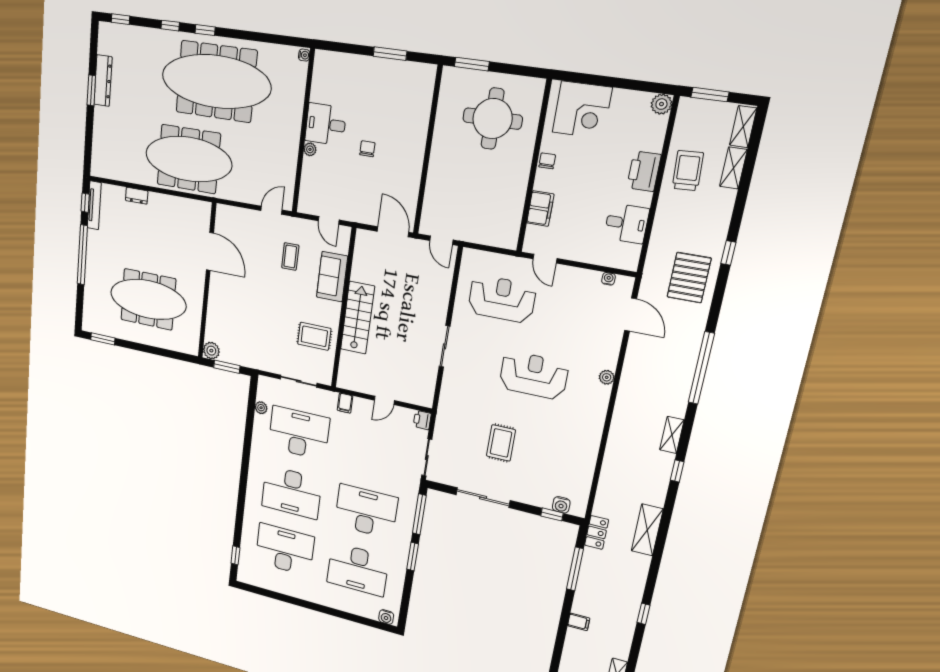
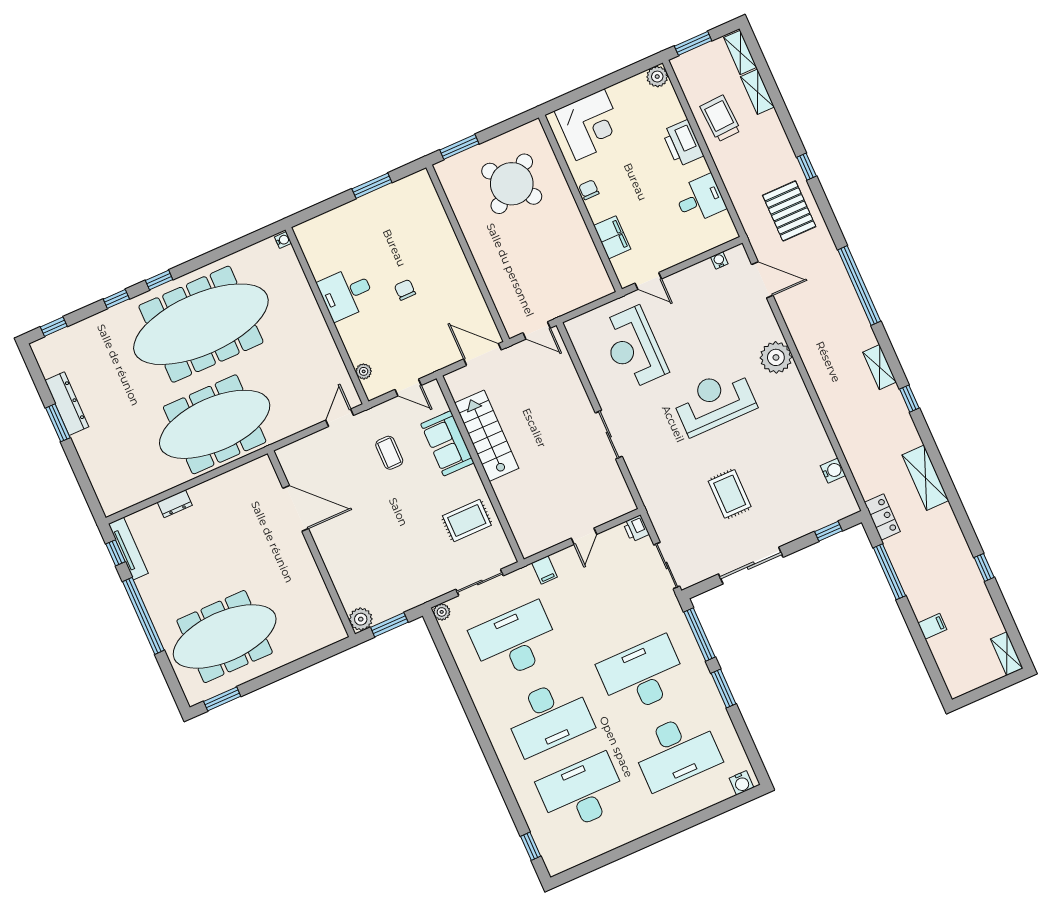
round table: (493, 119) -> (512, 184), turned -36
plant: (310, 149) -> (364, 371), moved
meeting table: (148, 299) -> (225, 637), moved
reception desk: (502, 299) -> (633, 348), turned -90
stairs: (358, 318) -> (487, 436), moved
plant: (607, 377) -> (776, 357), width x1.87, depth x1.87
plant: (261, 408) -> (442, 612), moved
water cooler: (561, 505) -> (833, 471), moved, turned -90

